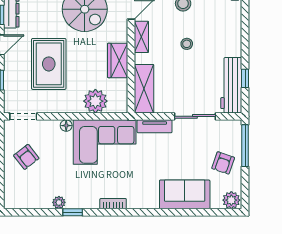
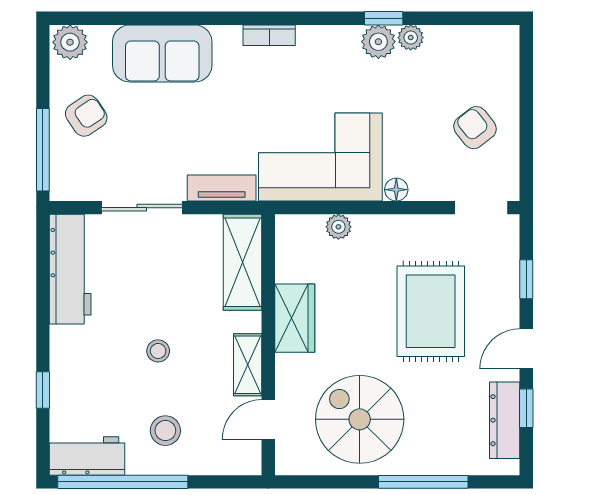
window: (245, 78) -> (43, 390), moved
plant: (95, 101) -> (338, 227), width x0.53, depth x0.53
armchair: (223, 163) -> (86, 116), turned 37
plant: (75, 200) -> (378, 42), added
bookcase: (113, 204) -> (269, 35), moved

